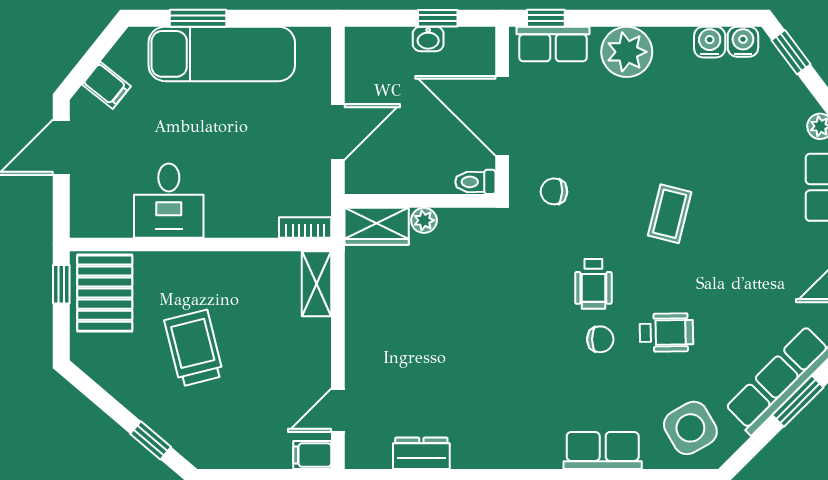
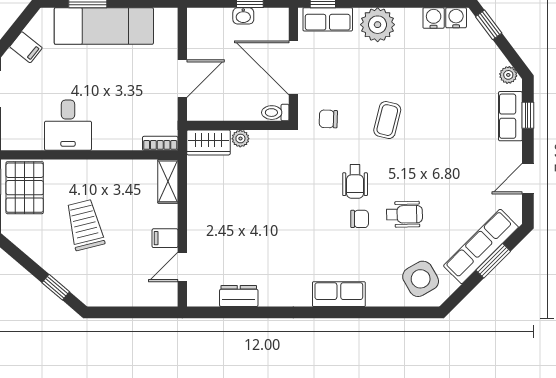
coffee table: (670, 214) -> (387, 120), moved
row of seats: (603, 451) -> (339, 294), moved
filing cabinet: (312, 455) -> (165, 238), moved

